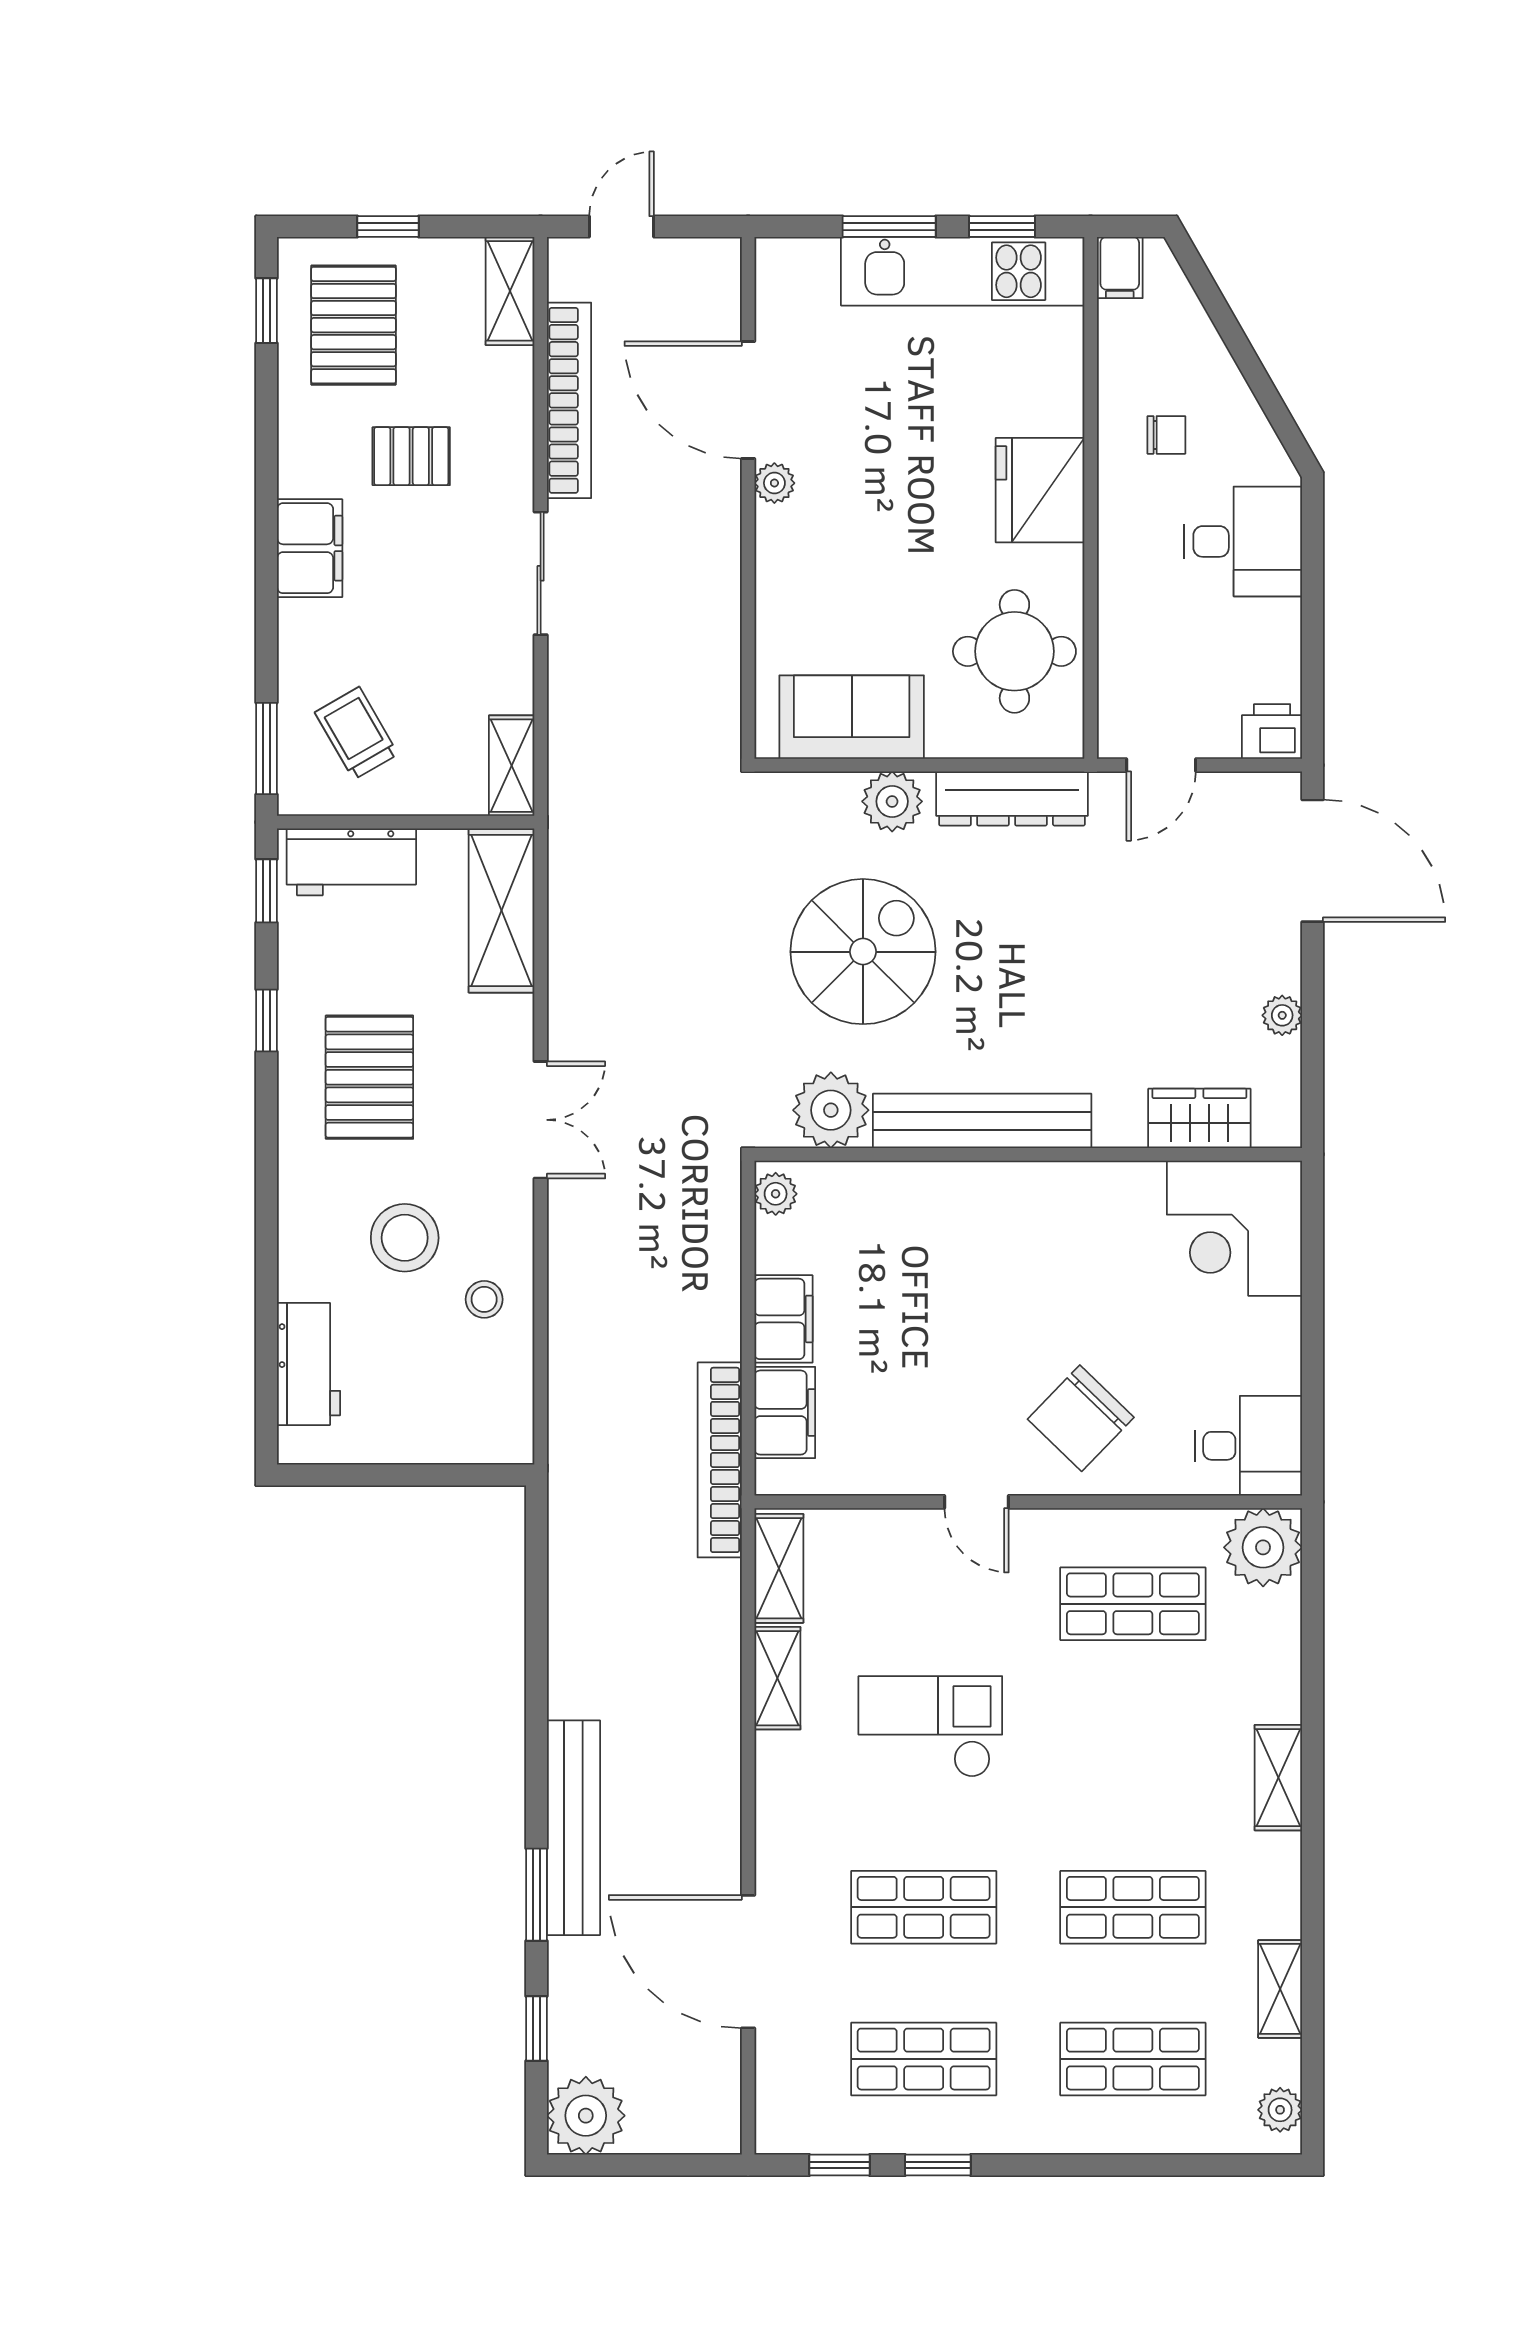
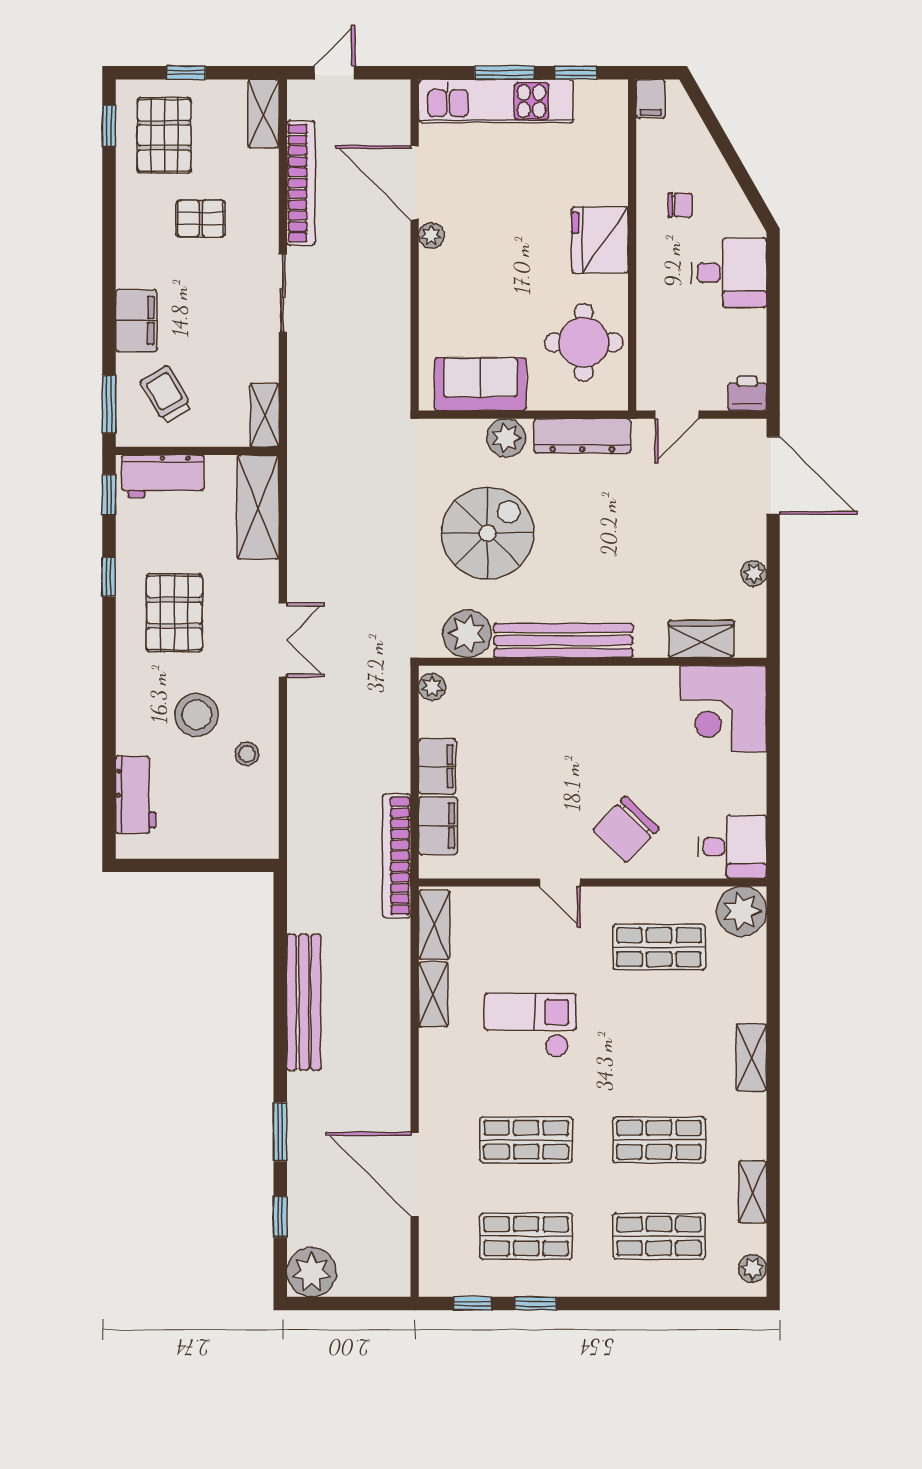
kitchen unit: (963, 271) -> (496, 101), moved
filing cabinet: (310, 548) -> (136, 321), moved
bench: (573, 1828) -> (304, 1002), moved

